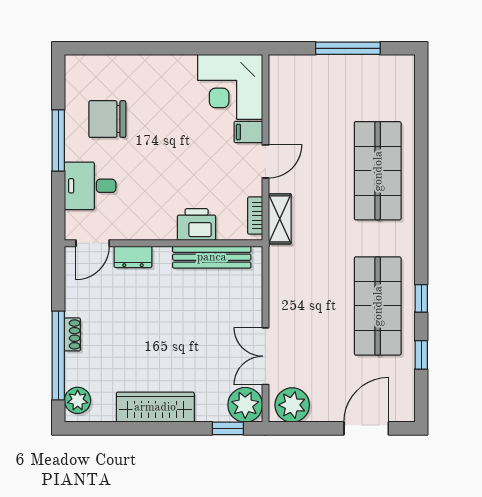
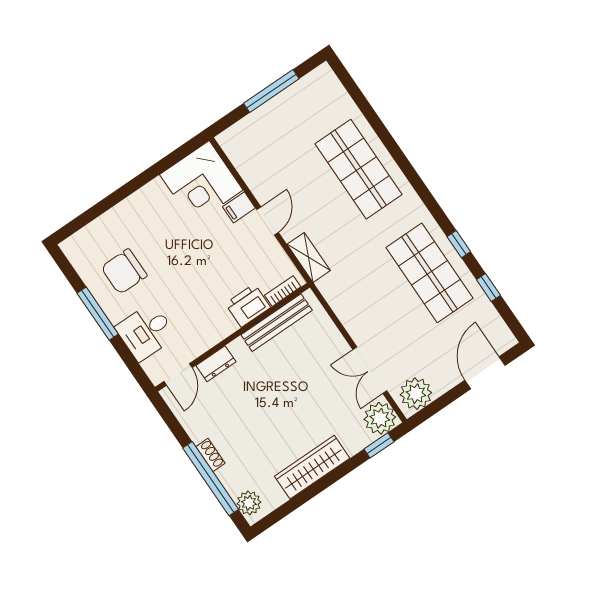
bookcase: (255, 216) -> (283, 291), moved, turned 90

